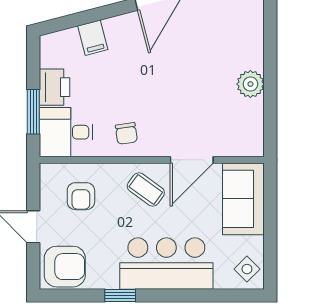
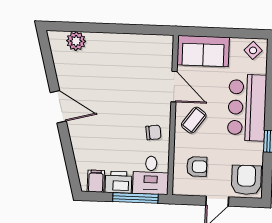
filing cabinet: (93, 38) -> (96, 181), moved, turned -75
plant: (250, 84) -> (76, 41), moved
window: (33, 112) -> (135, 198), width x1.44

